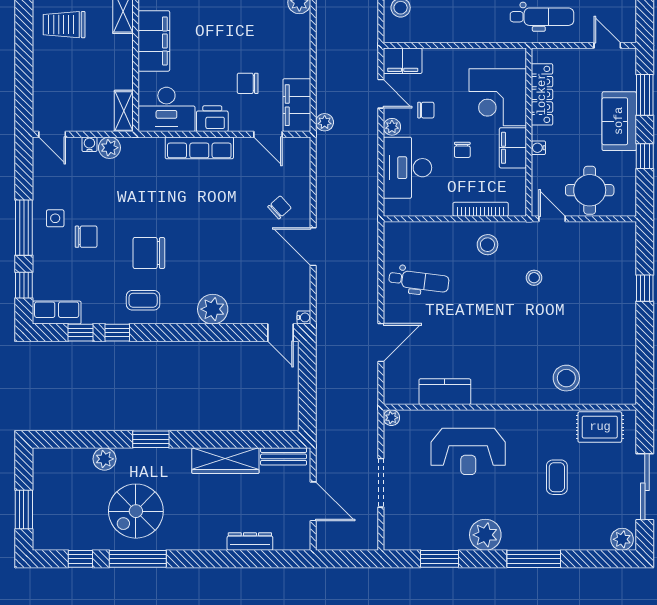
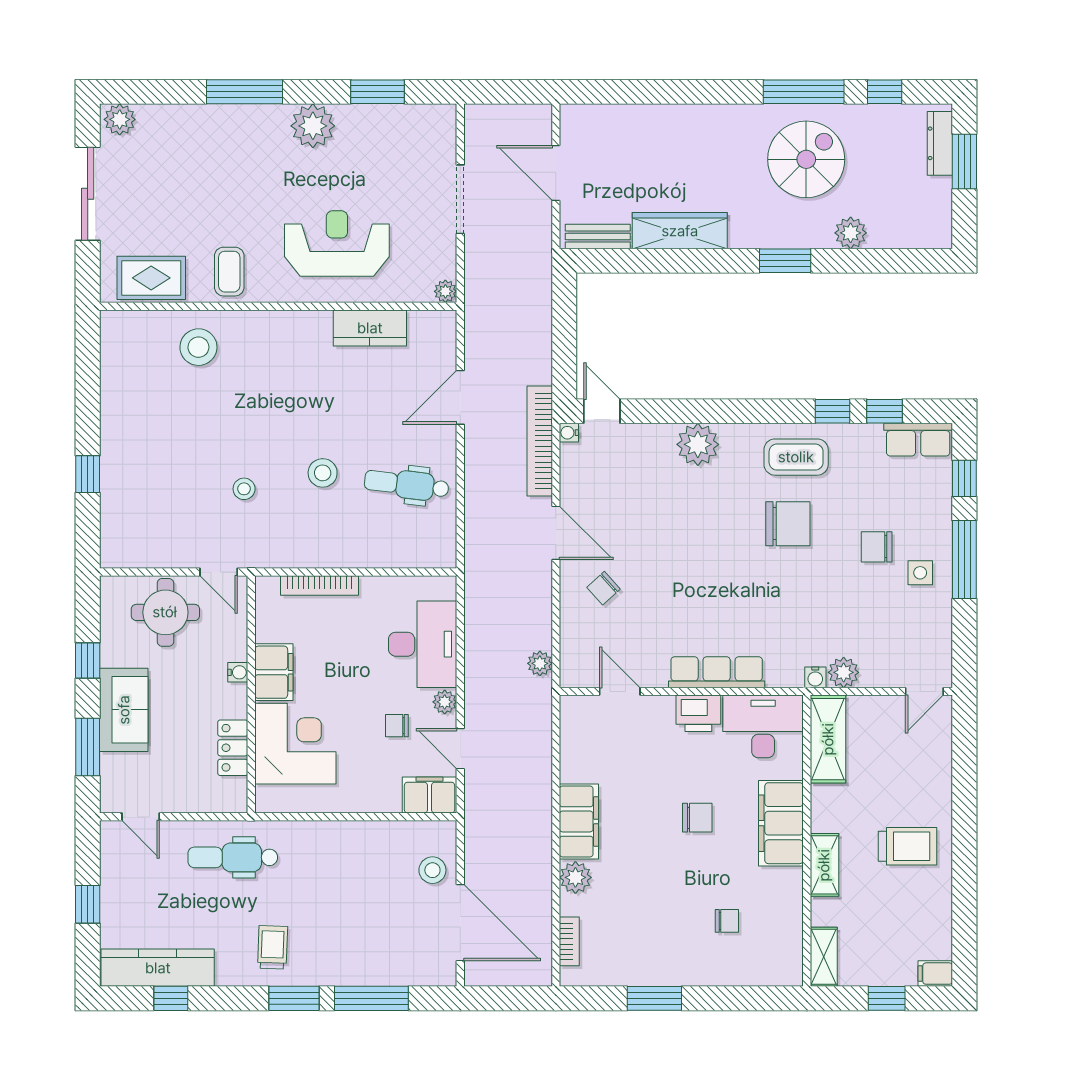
chair: (248, 83) -> (697, 818), moved
locker: (542, 94) -> (233, 748), width x0.66
filing cabinet: (297, 105) -> (579, 821), moved
shelving: (124, 111) -> (828, 739), width x1.50, depth x1.33
plant: (325, 122) -> (540, 663), moved
door: (52, 134) -> (924, 691), swing flipped
water cooler: (89, 144) -> (815, 677), moved
chair: (462, 150) -> (345, 669), removed
stool: (487, 245) -> (323, 473), moved
coffee table: (143, 300) -> (796, 457), width x1.36, depth x1.30
bookcase: (325, 312) -> (540, 441), added
coffee table: (557, 477) -> (229, 272), moved
dresser: (250, 542) -> (940, 143), moved, turned 90

